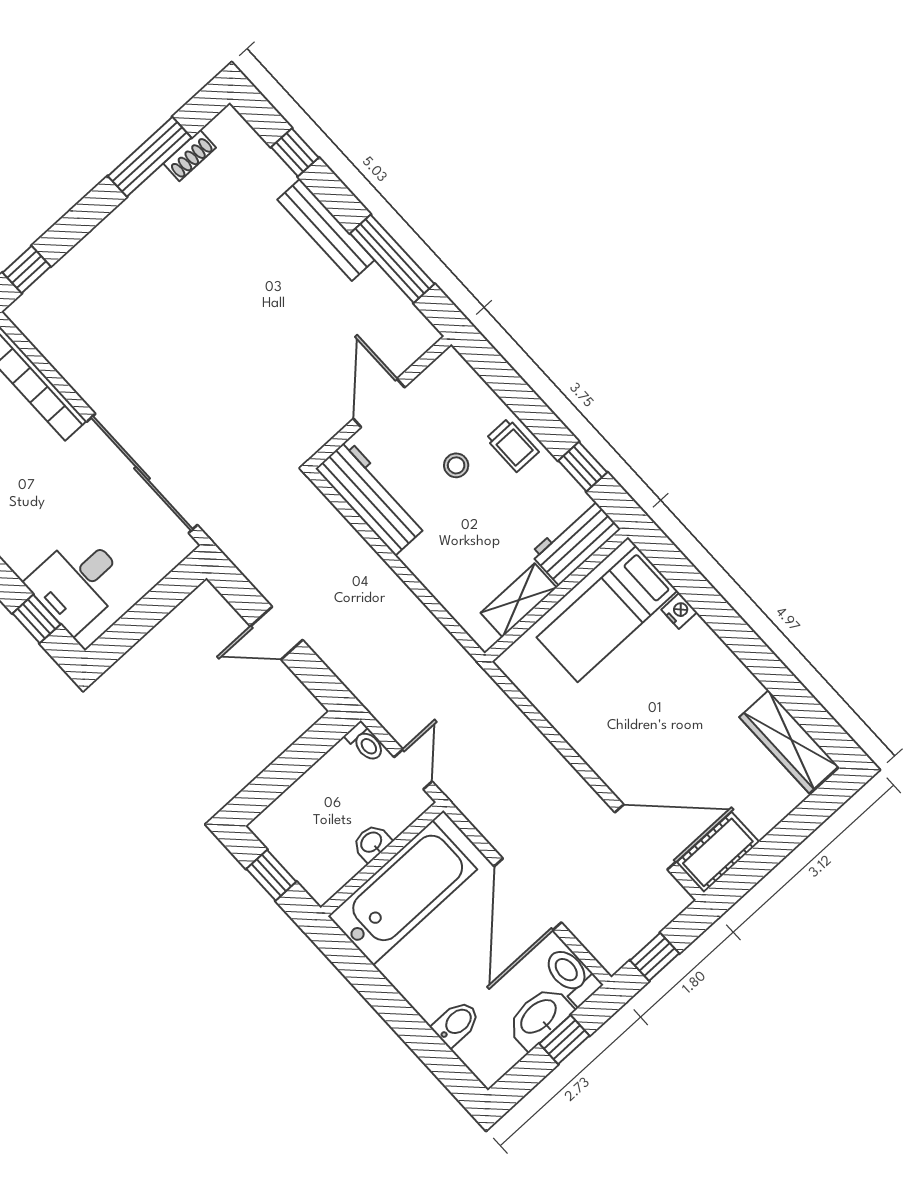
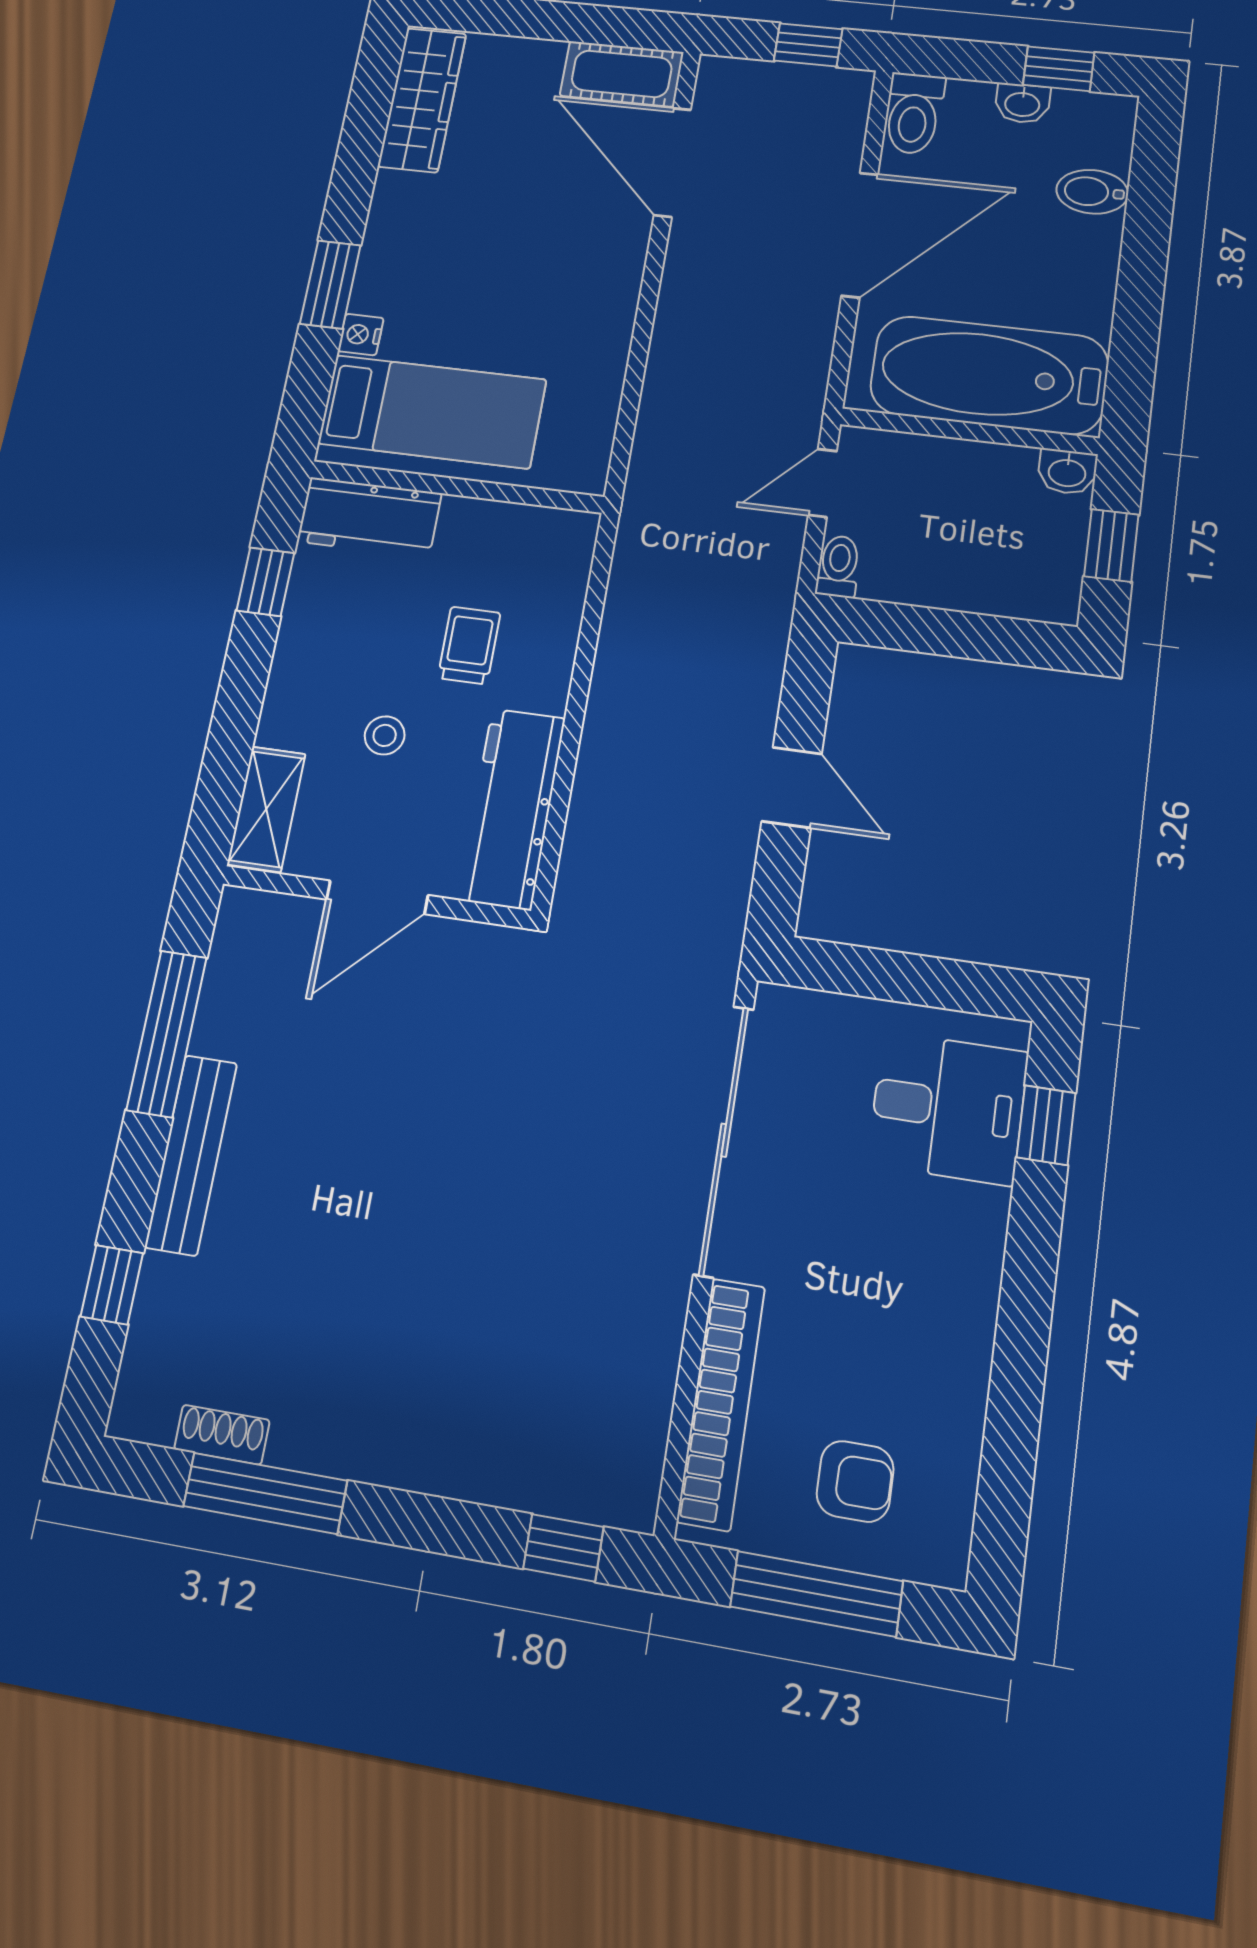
trolley: (512, 445) -> (469, 645), moved
shelving: (519, 600) -> (266, 809), moved, turned 90
window: (720, 617) -> (330, 284), added
washbasin: (372, 843) -> (1067, 472), moved
washbasin: (539, 1017) -> (1022, 103), width x0.52, depth x0.69
window: (564, 1040) -> (1059, 69), moved

